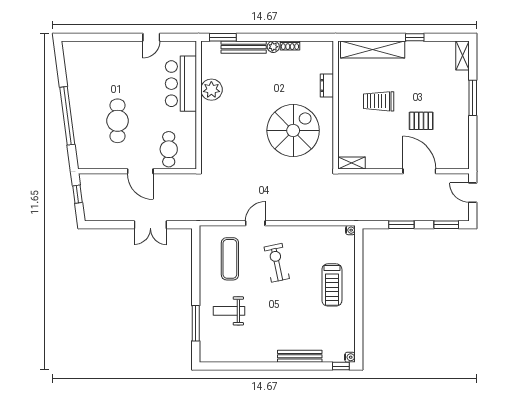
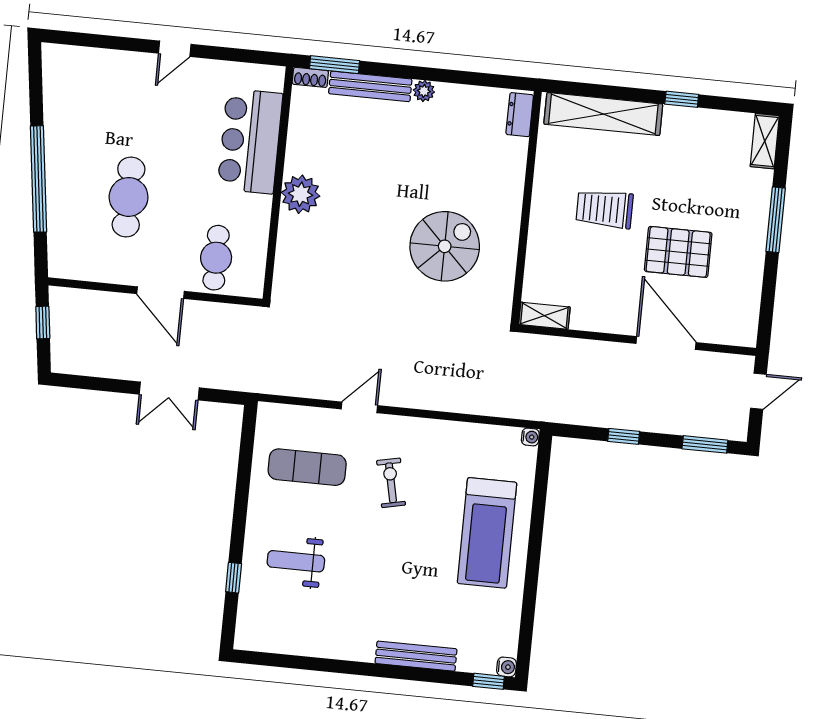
door: (151, 37) -> (175, 49), moved
shoe rack: (290, 45) -> (310, 77), moved
dresser: (327, 85) -> (520, 115), moved
plant: (211, 90) -> (301, 194), moved
pallet: (421, 121) -> (678, 252), width x1.50, depth x1.42
spiral stairs: (293, 131) -> (445, 246), width x0.73, depth x0.73
door: (473, 193) -> (758, 391), swing flipped
window: (401, 225) -> (624, 436), width x0.67
exercise mat: (230, 259) -> (307, 467), turned 90
exercise bike: (277, 263) -> (391, 483), width x0.73, depth x0.72
treadmill: (332, 285) -> (487, 533), width x1.37, depth x1.38
window: (196, 323) -> (234, 578), width x0.46

